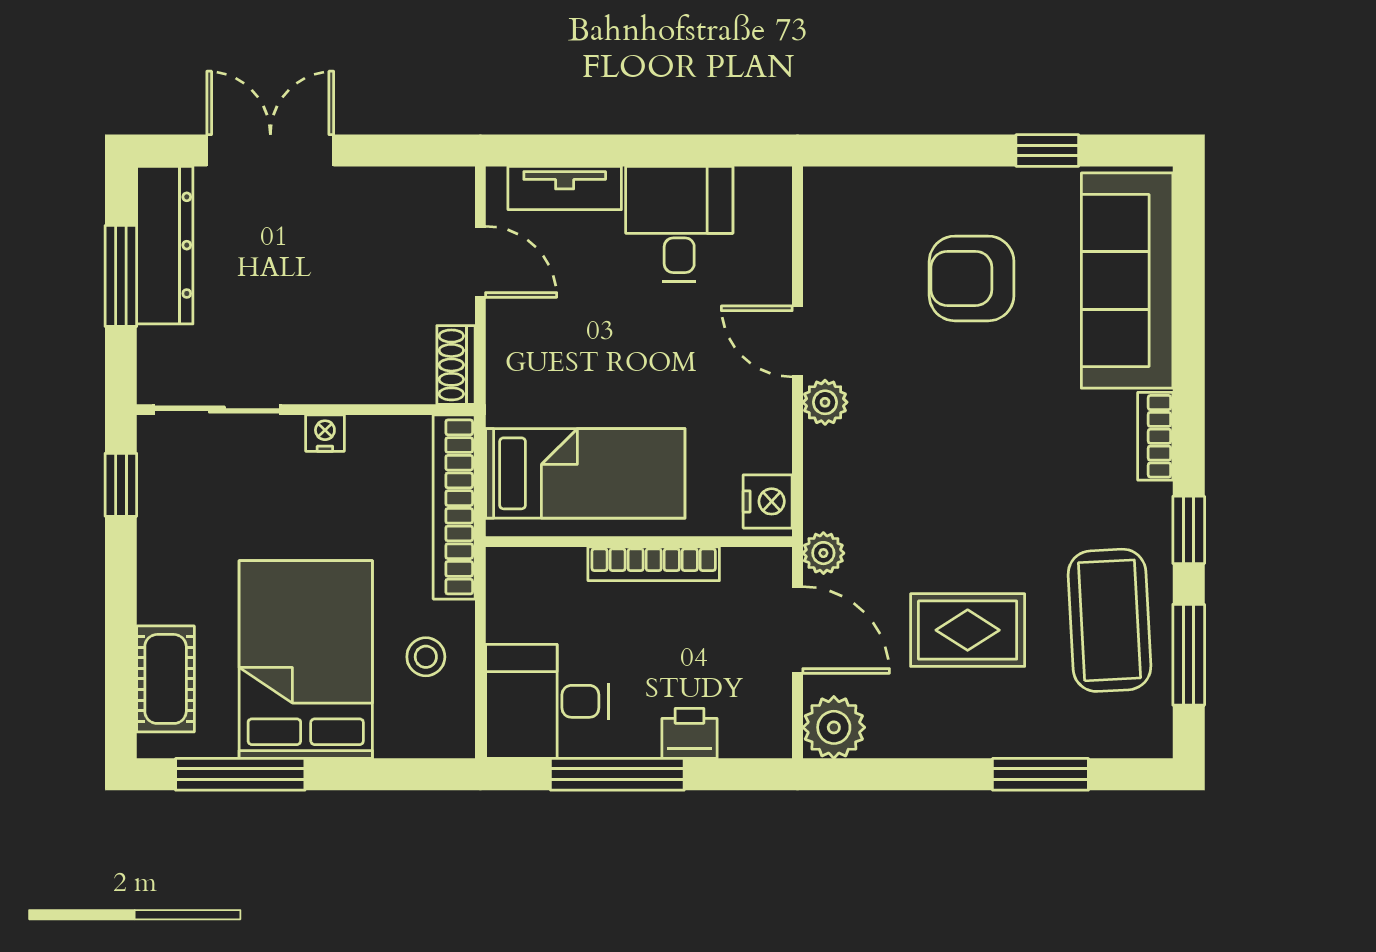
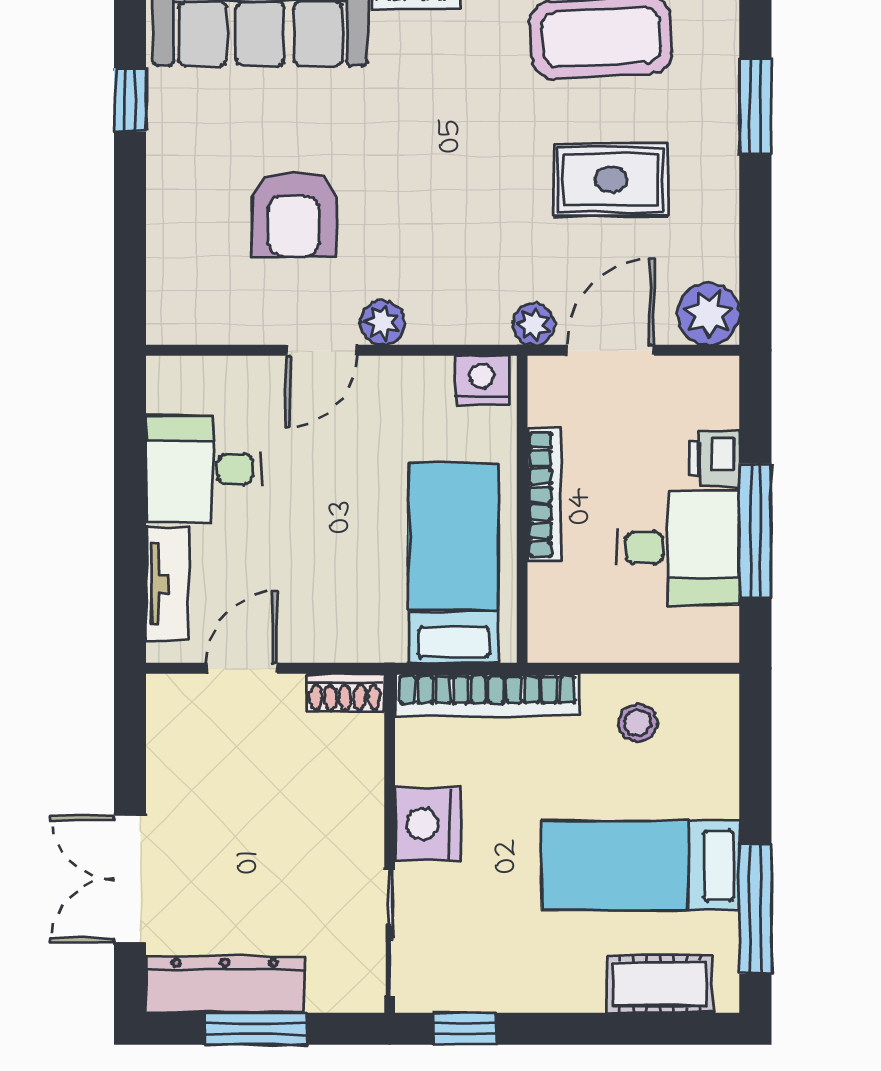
armchair: (972, 278) -> (294, 214), moved
nightstand: (325, 433) -> (428, 824), width x1.89, depth x1.79
rug: (968, 630) -> (611, 180), turned 90
bed: (306, 660) -> (640, 866), width x0.67
desk: (547, 701) -> (678, 548), moved, turned -90

